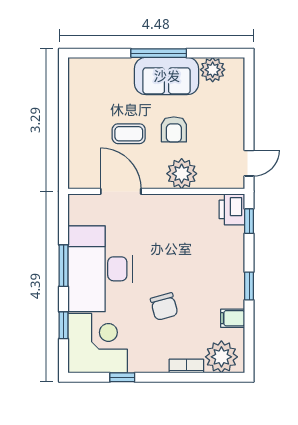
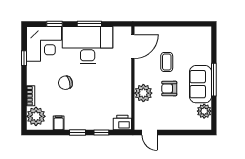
door: (121, 191) -> (133, 47), moved
window: (249, 221) -> (101, 133), moved

